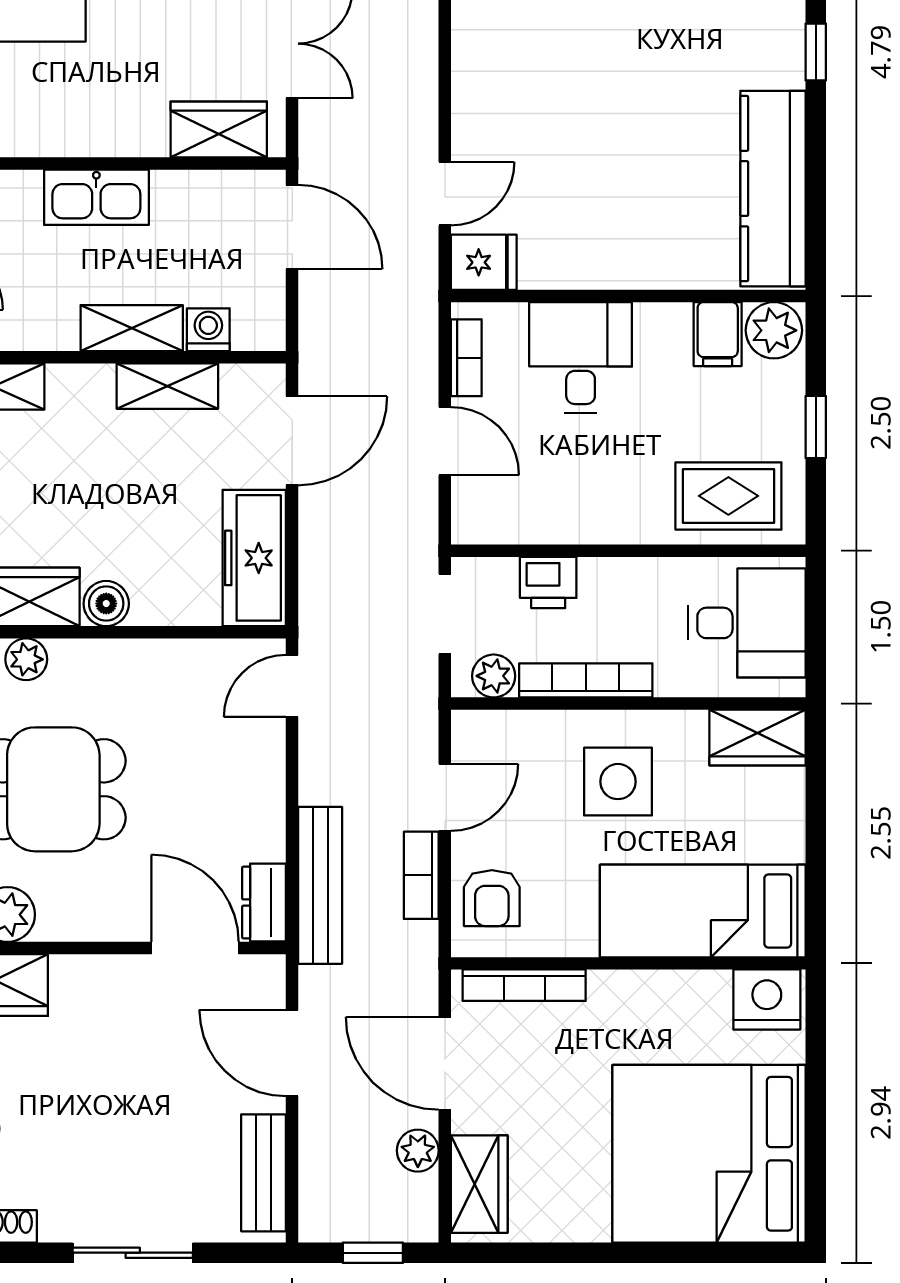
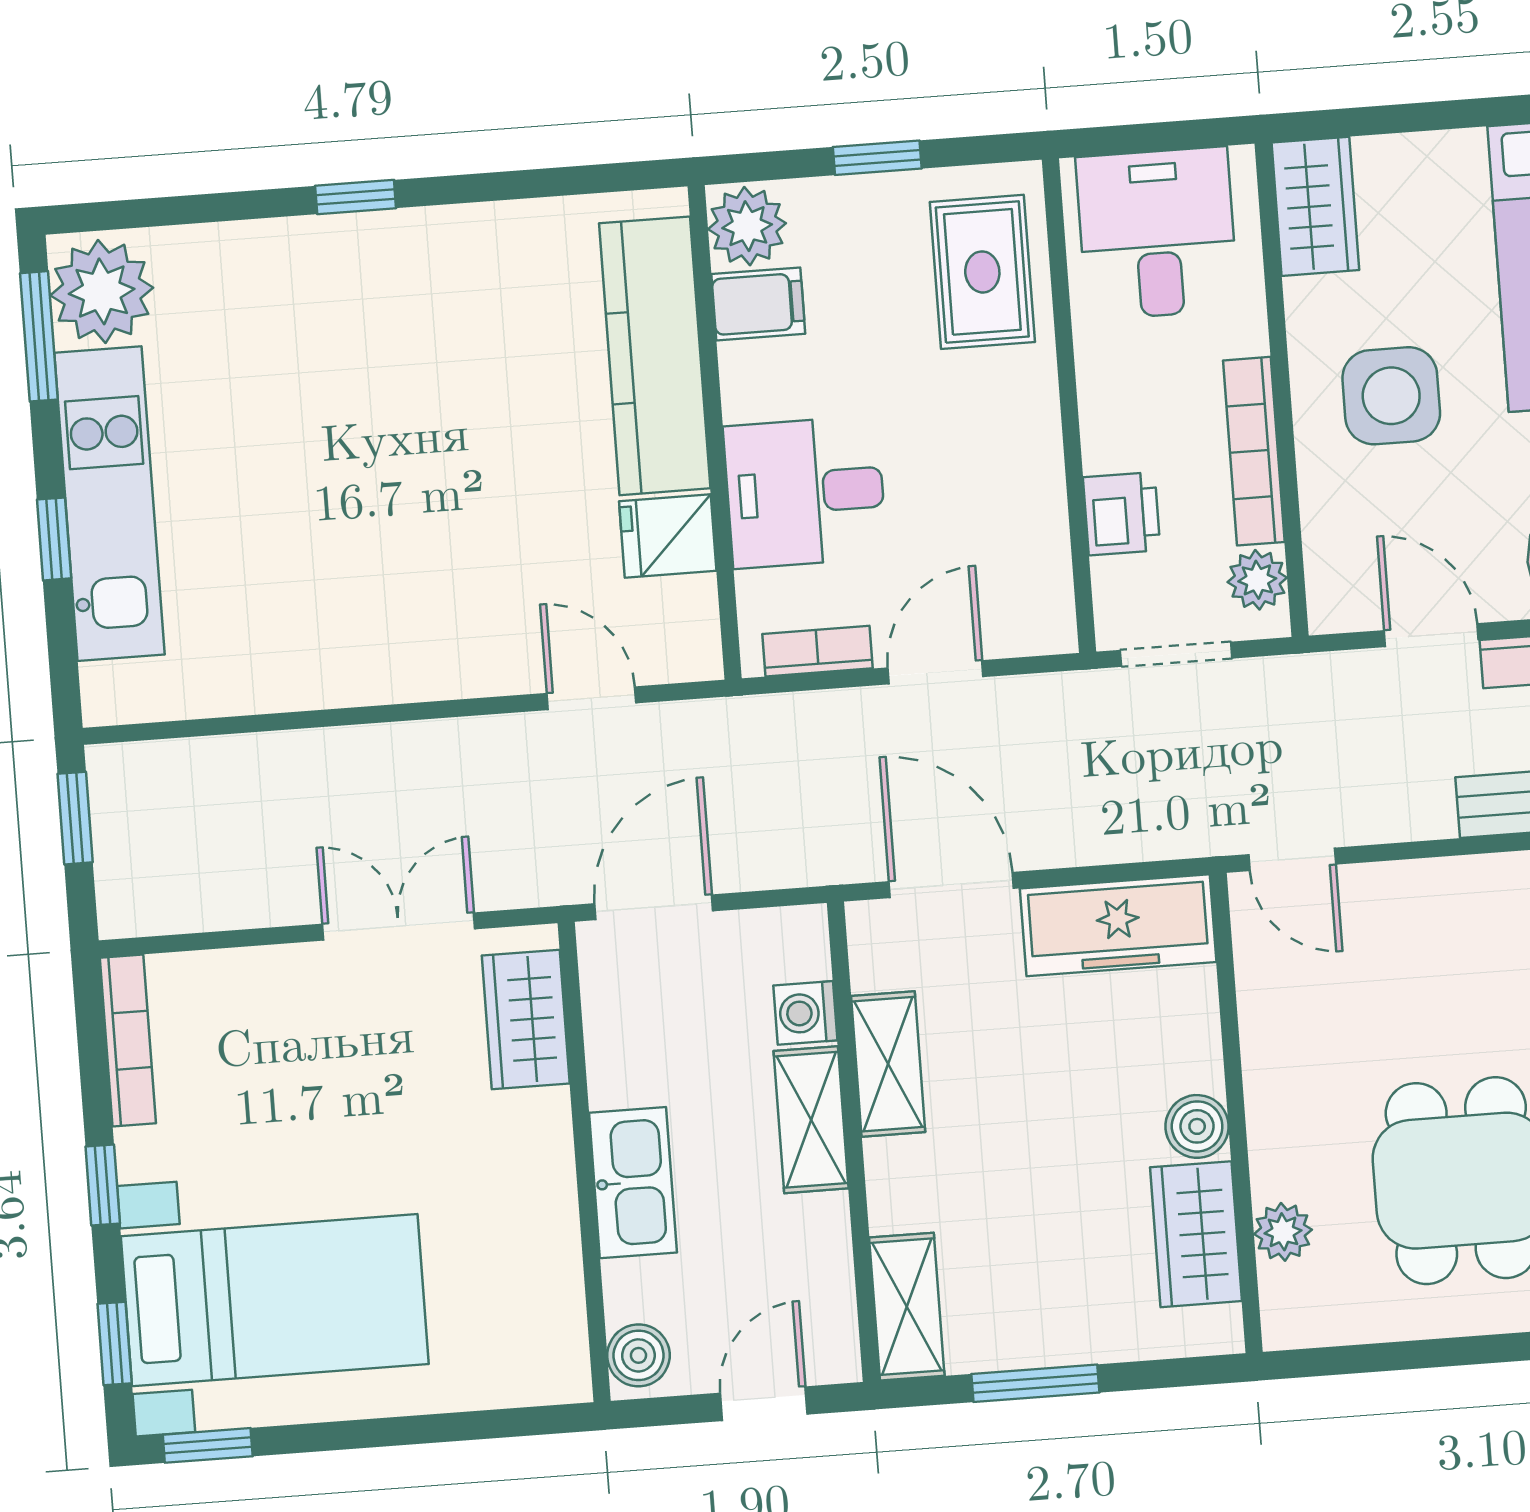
kitchen counter: (773, 189) -> (655, 356), moved, turned 90
fridge: (484, 262) -> (668, 536), moved, turned -90

